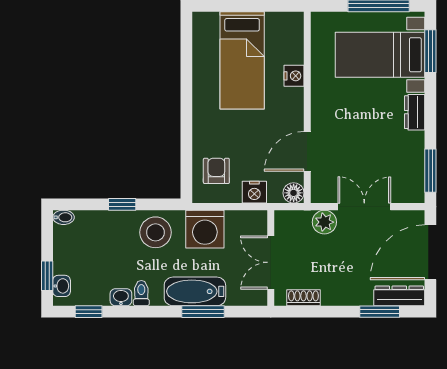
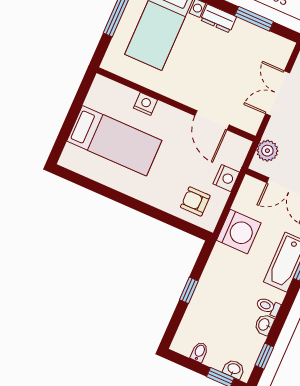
window: (430, 171) -> (254, 19), moved
floor lamp: (294, 193) -> (241, 146), removed
bidet: (64, 217) -> (199, 352), moved
plant: (324, 222) -> (267, 151), moved
stool: (155, 232) -> (224, 273), removed

